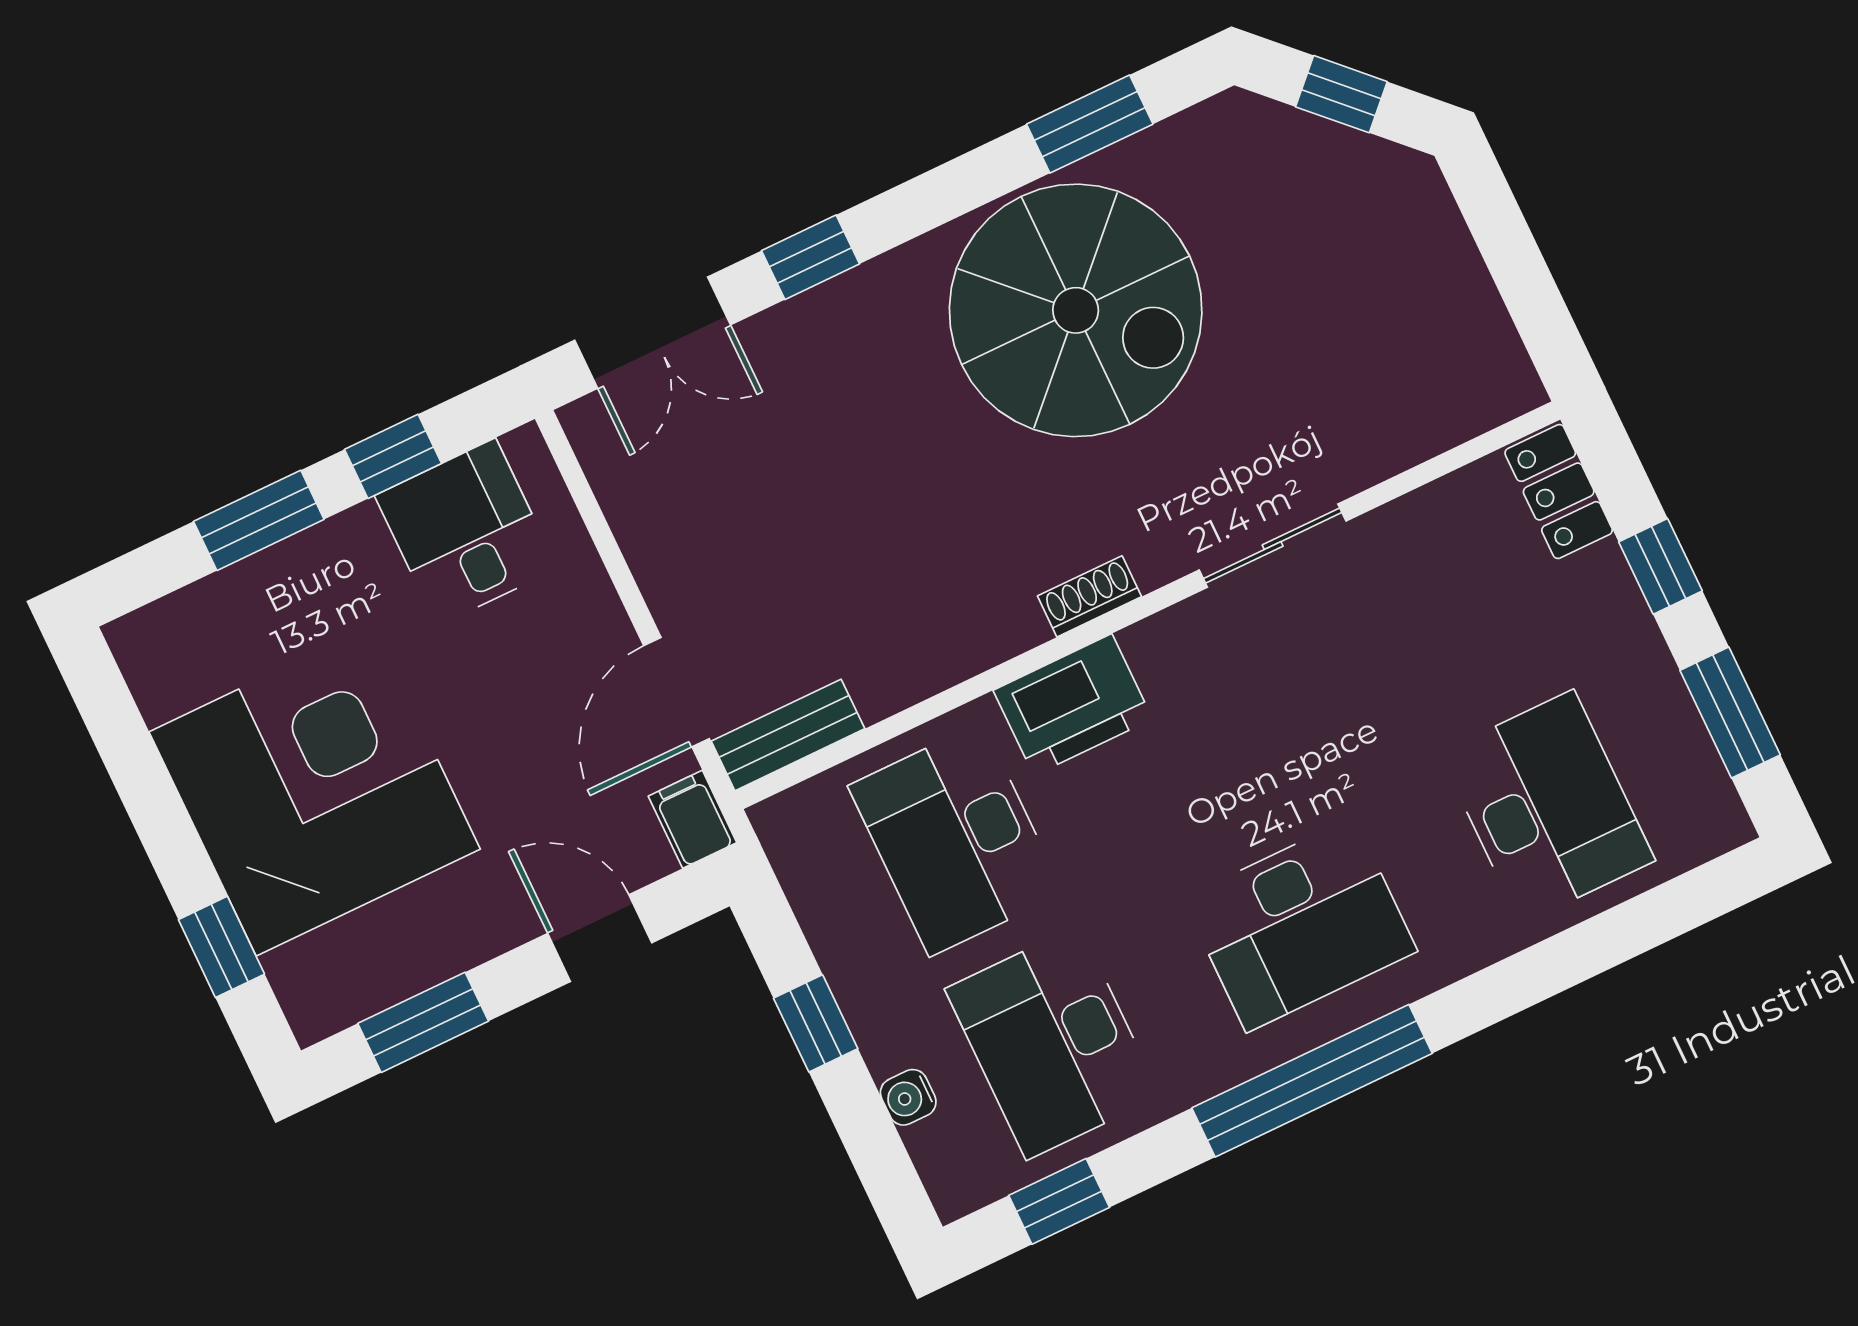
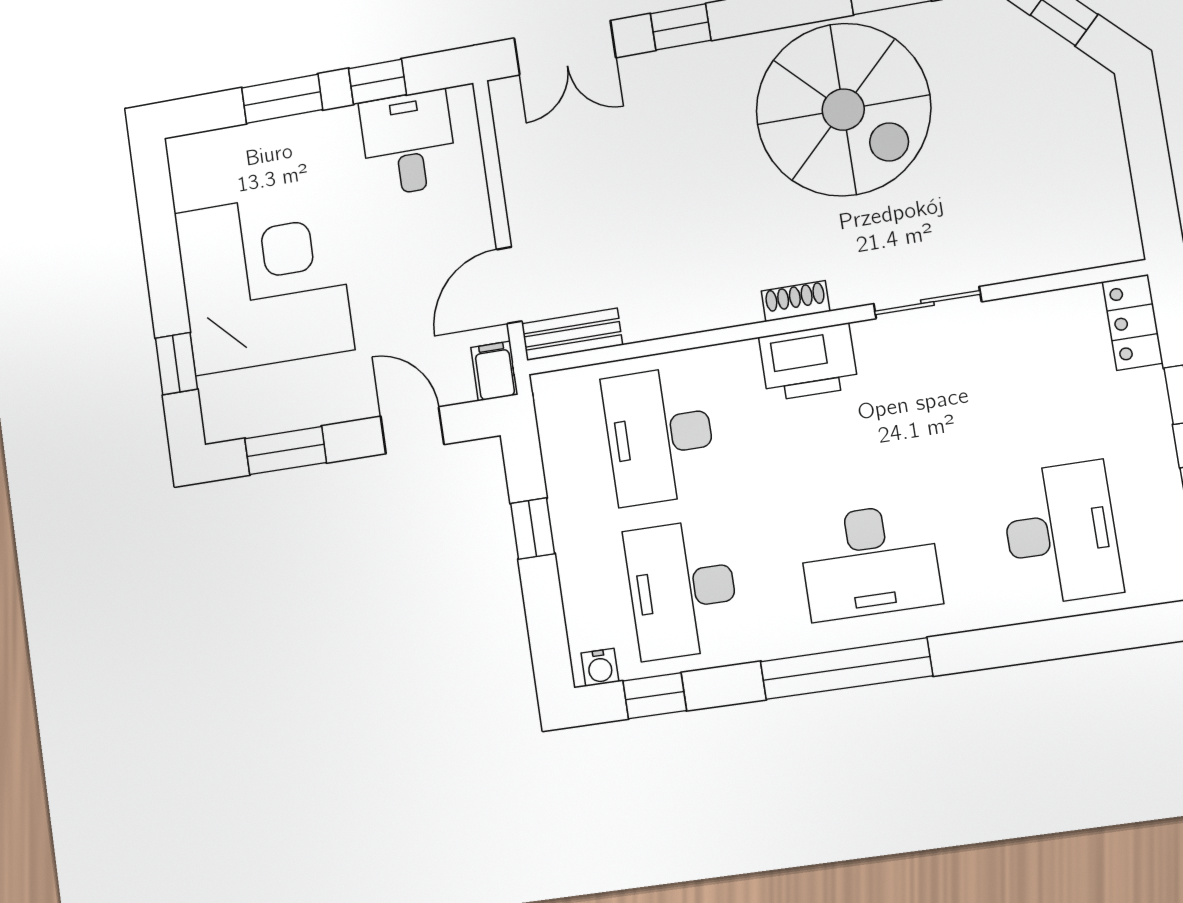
printer: (1073, 705) -> (808, 362), moved
water cooler: (908, 1097) -> (600, 667), moved, turned -90

